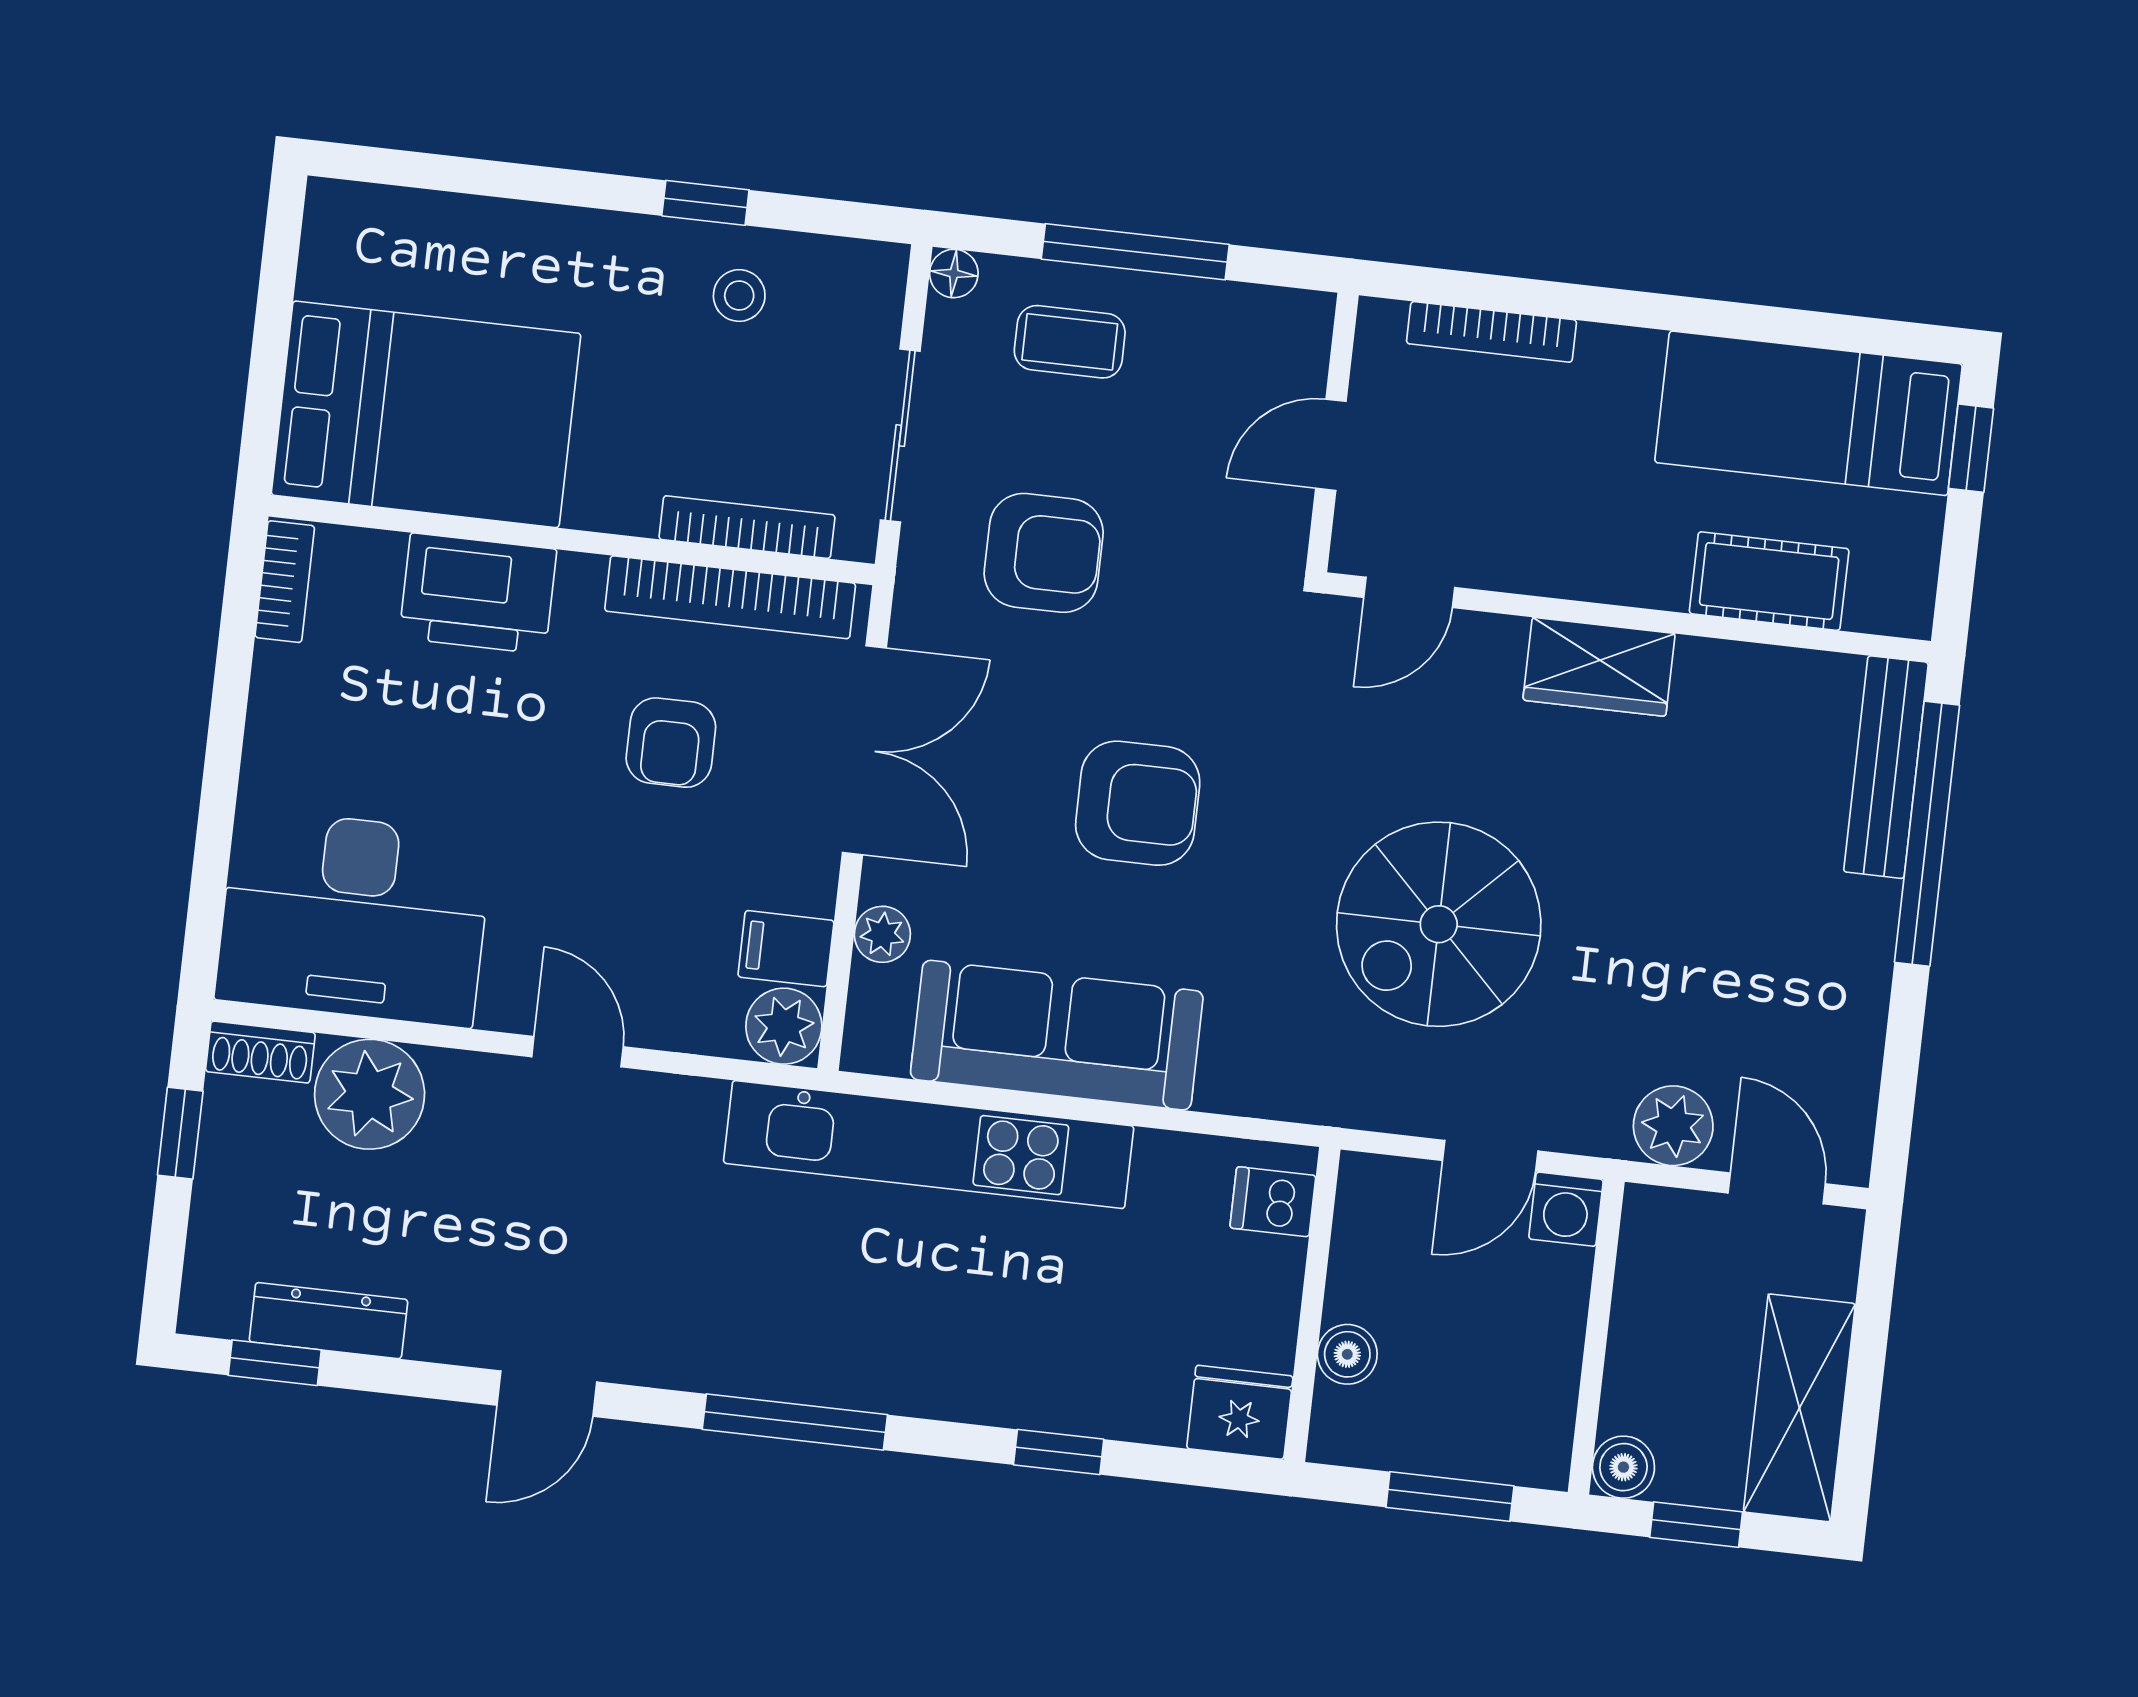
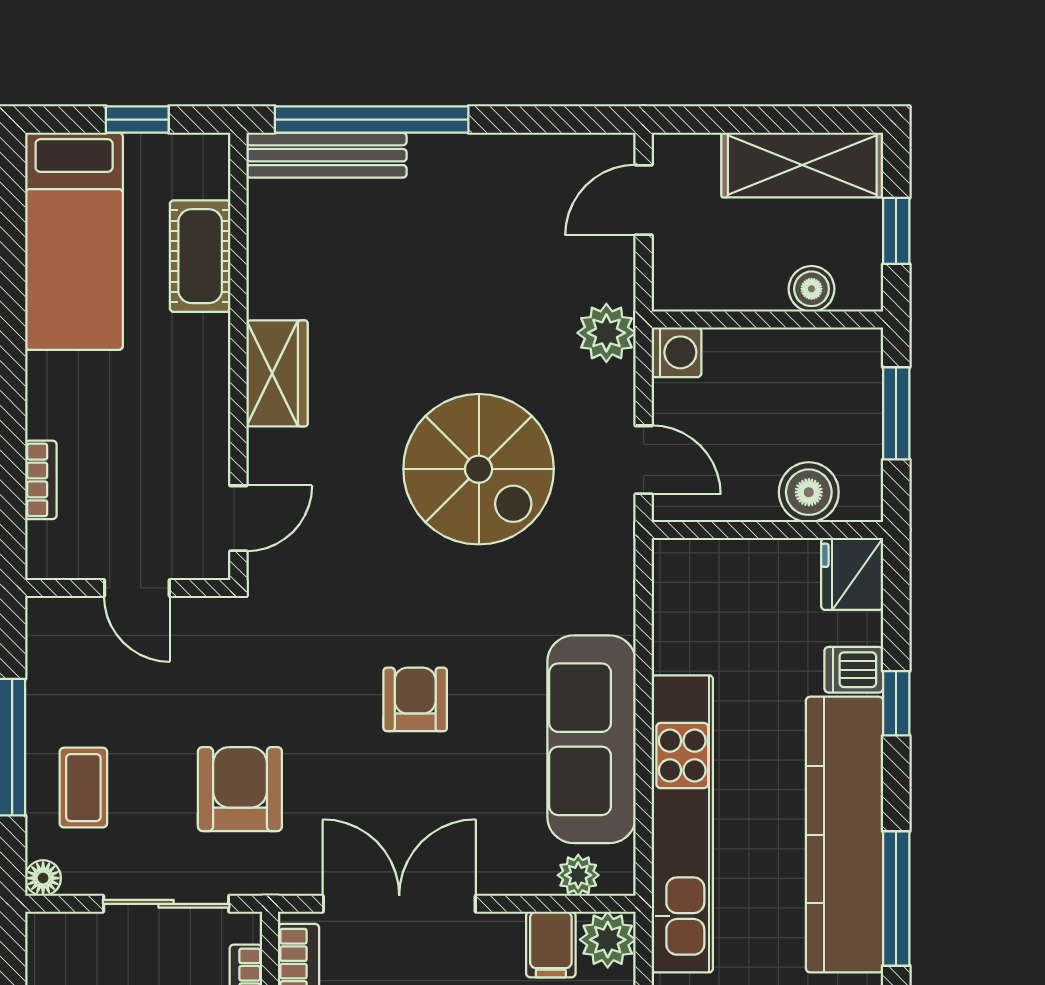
bookcase: (1492, 332) -> (41, 480), width x0.64
window: (1971, 448) -> (137, 120), moved
door: (1409, 592) -> (238, 518), hinge flipped
armchair: (1138, 803) -> (415, 699), width x0.72, depth x0.72
plant: (882, 934) -> (578, 875), moved
plant: (1673, 1126) -> (606, 333), moved
door: (1490, 1156) -> (644, 460), moved
dishwasher: (1273, 1202) -> (854, 670), moved, turned 90
boiler: (1347, 1354) -> (809, 492), width x1.36, depth x1.36
kitchen counter: (889, 1362) -> (845, 835), added
boiler: (1623, 1467) -> (812, 289), moved

